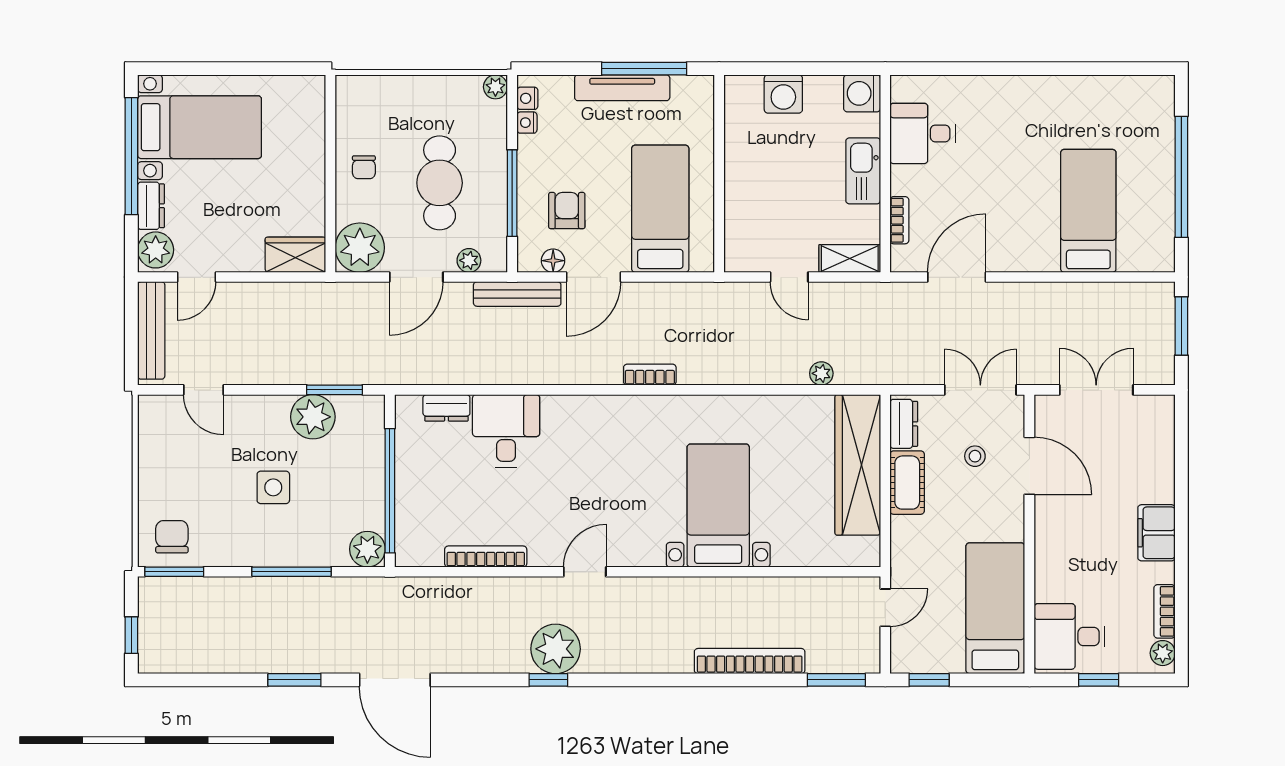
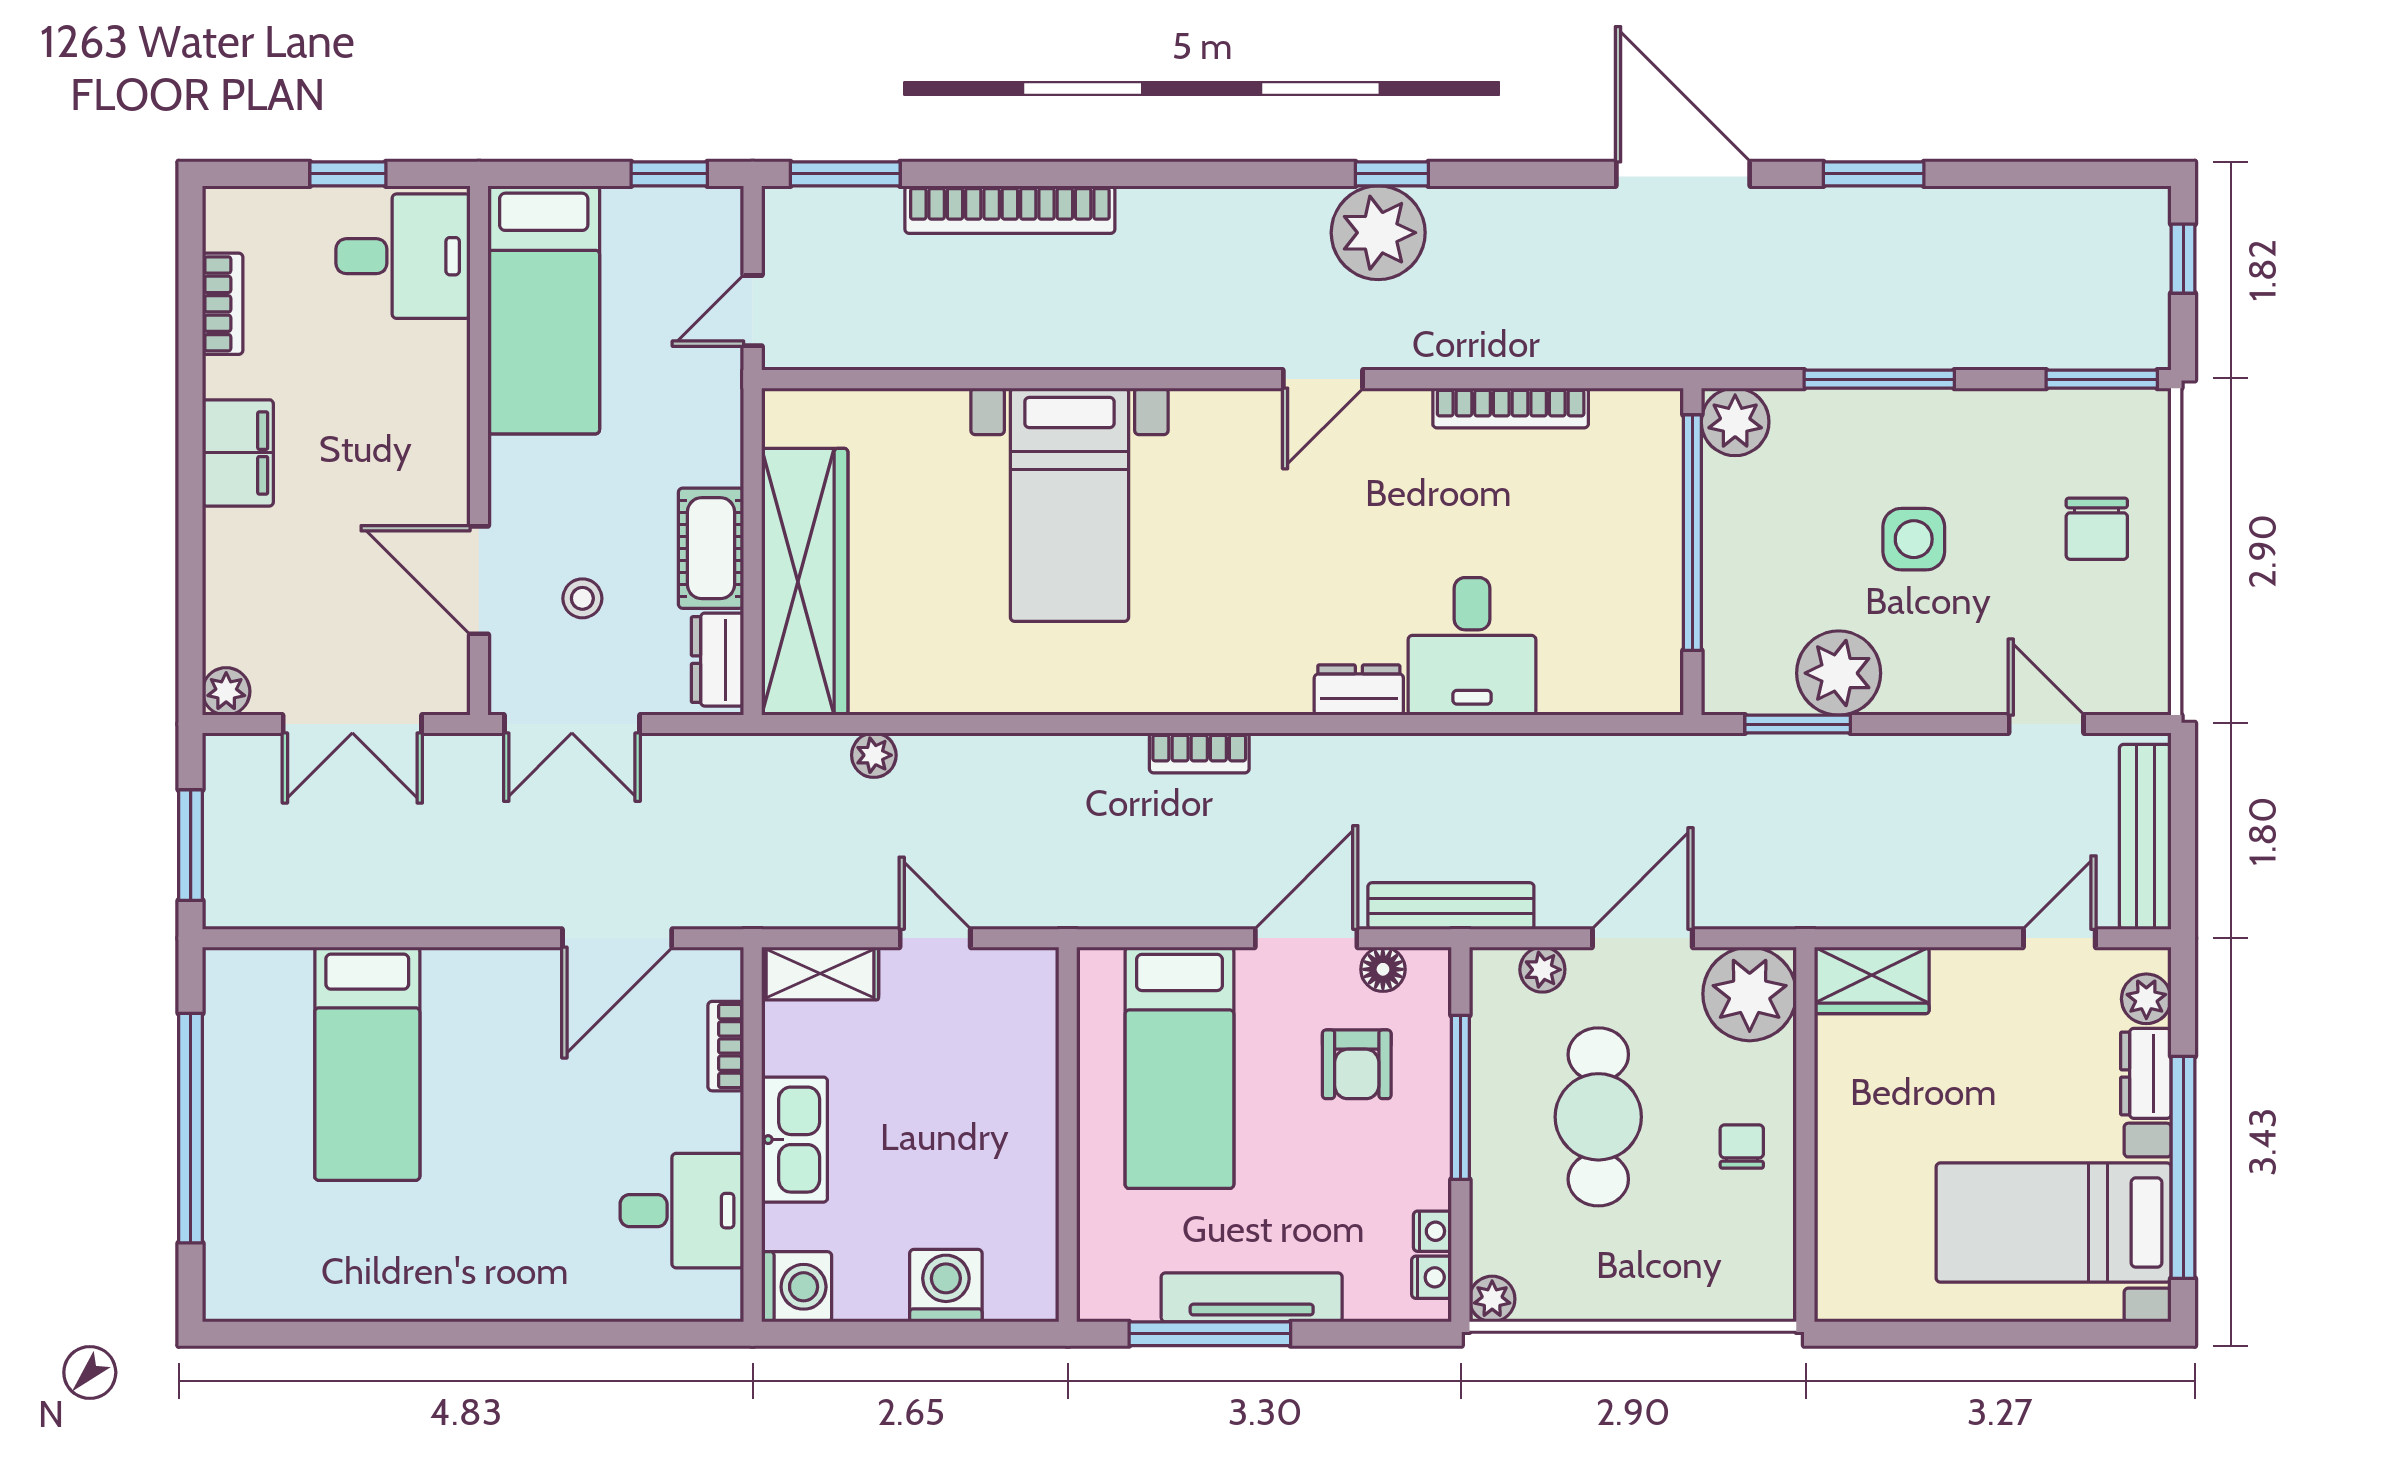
plant: (156, 250) -> (2146, 999), width x0.73, depth x0.73
dresser: (446, 408) -> (1359, 690), moved
chair: (172, 537) -> (2097, 529), moved
plant: (1163, 653) -> (226, 691), moved

